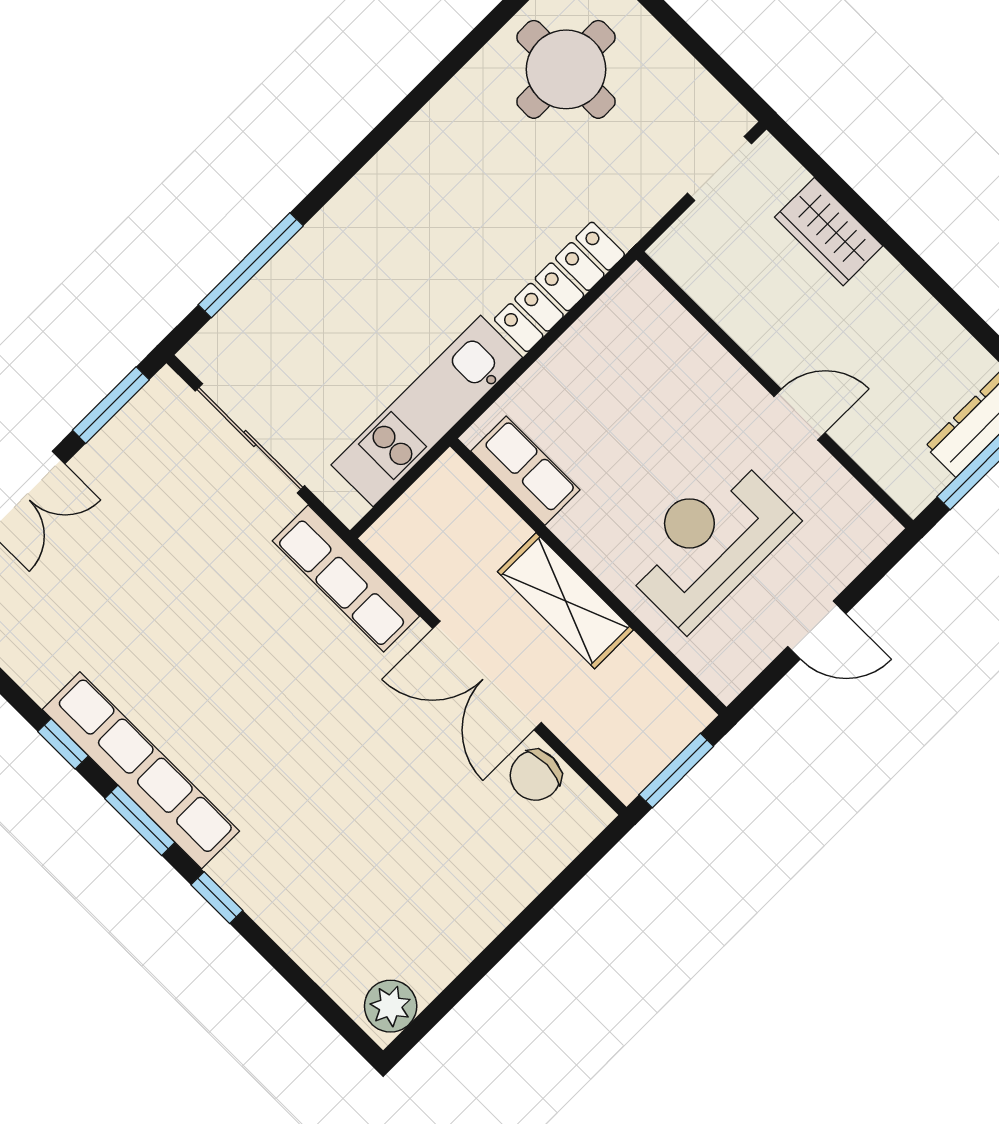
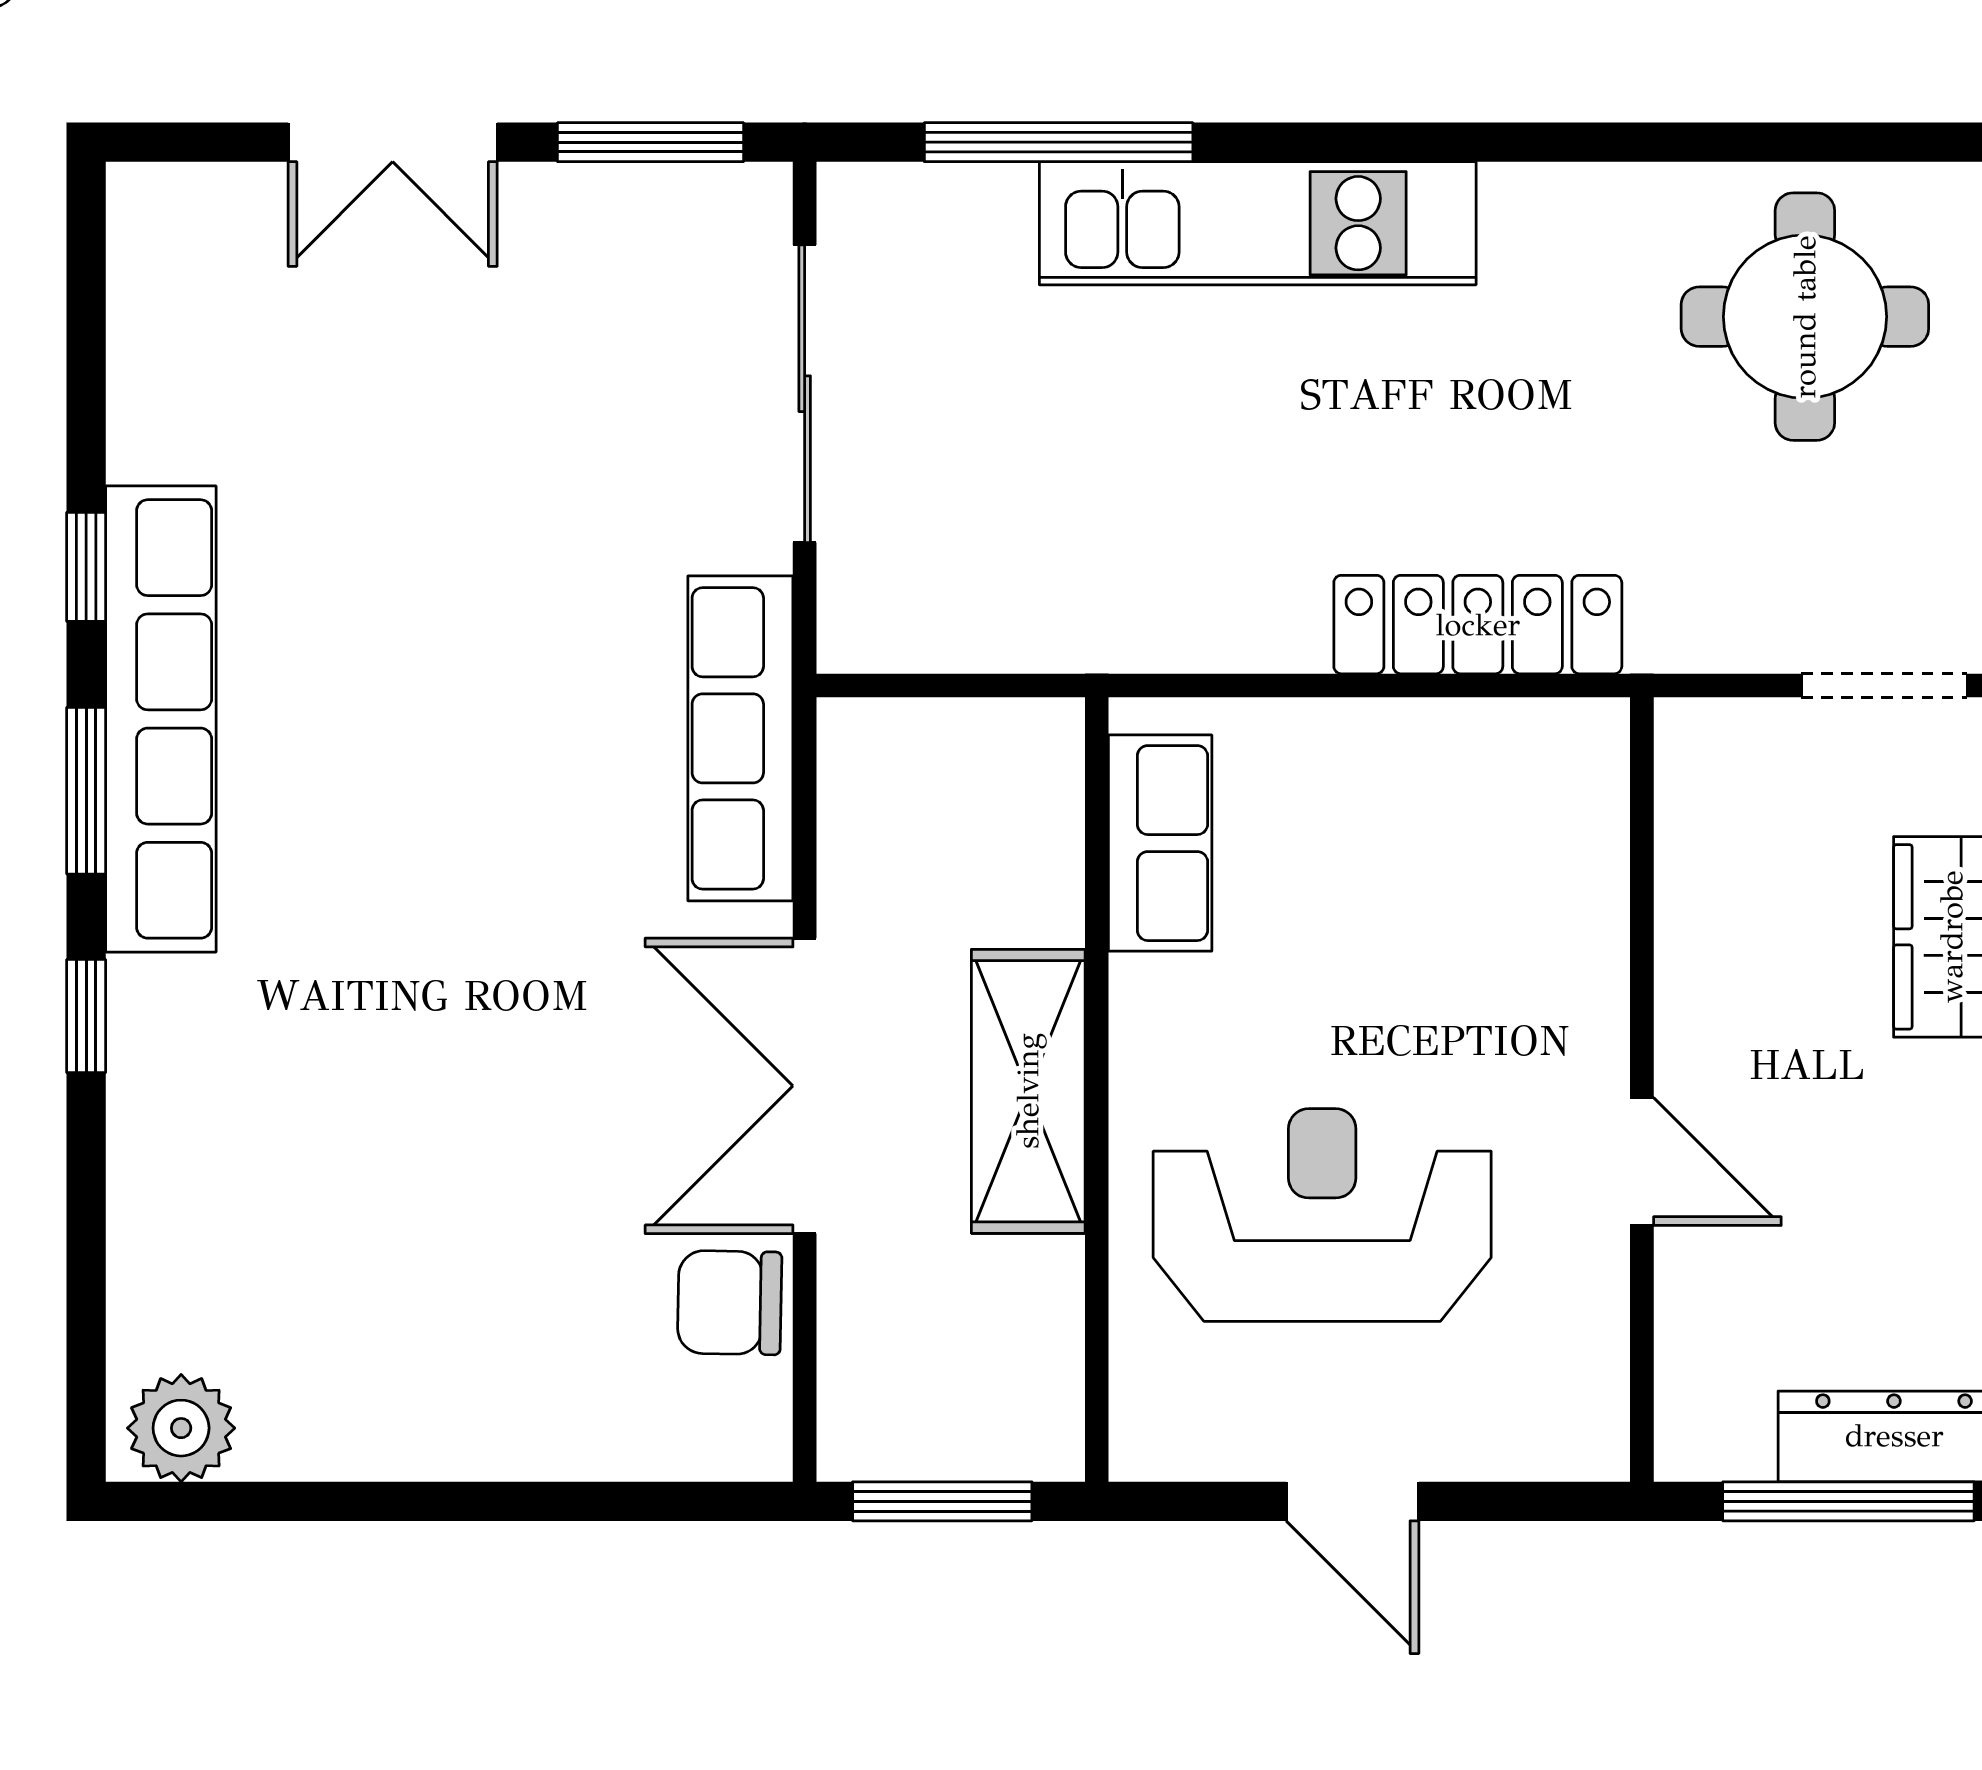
kitchen unit: (427, 411) -> (1258, 223), moved, turned 180

